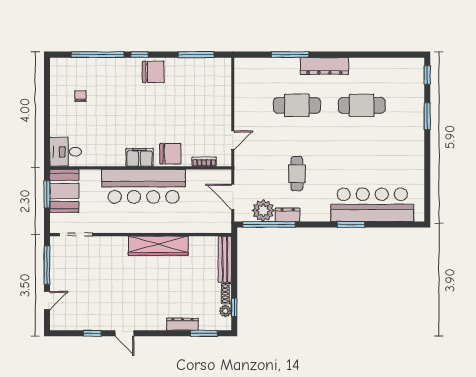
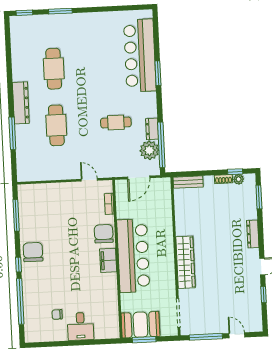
desk: (66, 152) -> (80, 326), moved
wardrobe: (158, 246) -> (185, 262), moved
bench: (225, 259) -> (188, 182), width x0.73
dresser: (182, 324) -> (253, 234), moved

